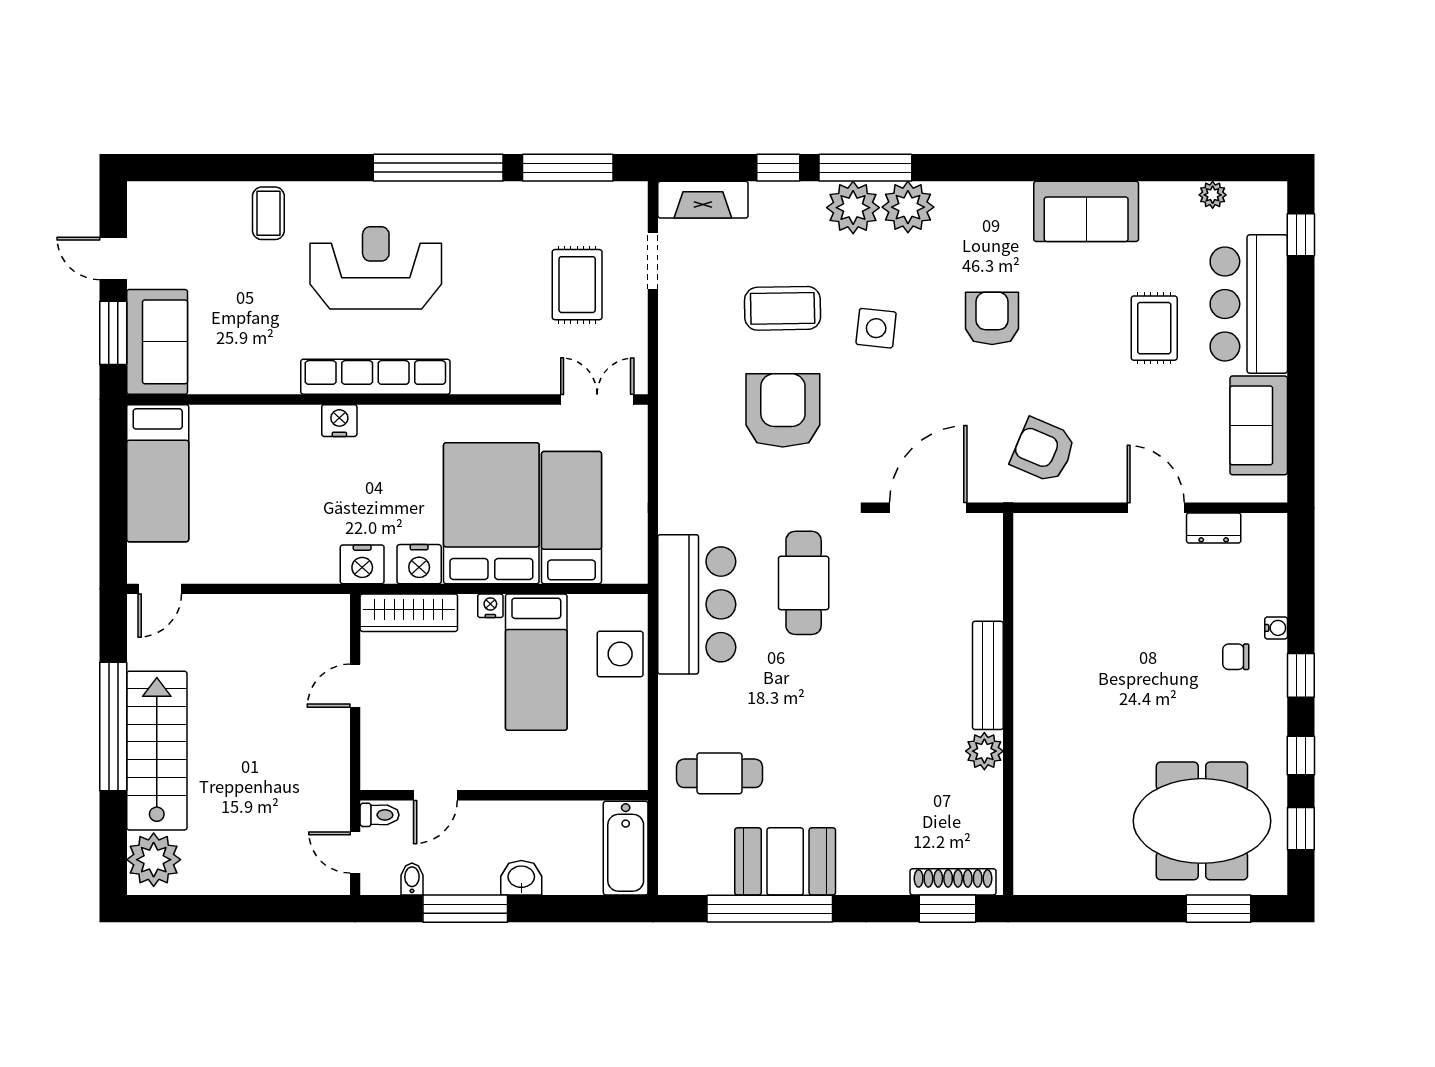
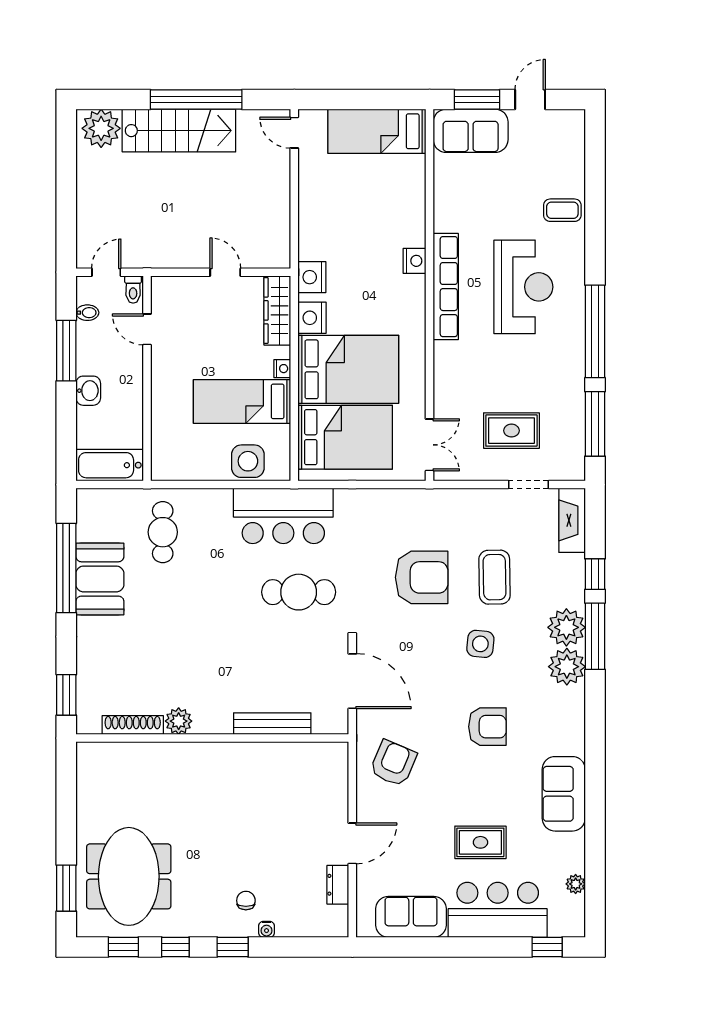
bed: (572, 518) -> (345, 437), width x1.50
bench: (988, 675) -> (272, 724), moved
shoe rack: (953, 882) -> (133, 725), moved, turned -90

